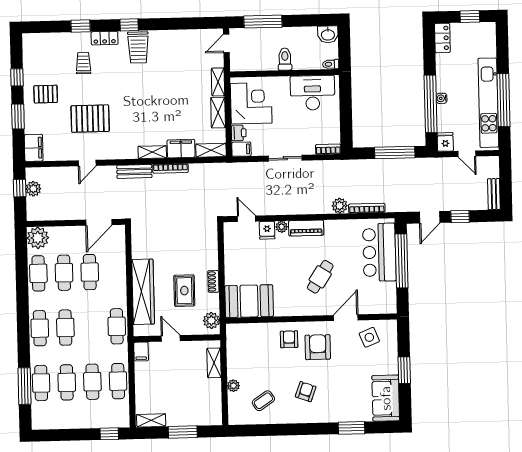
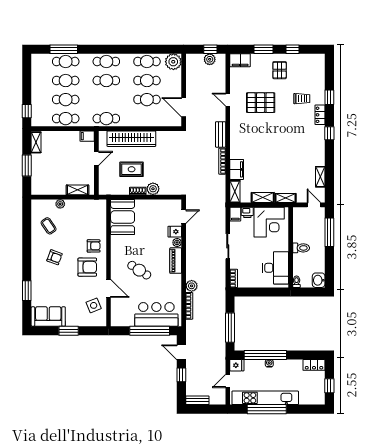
trolley: (138, 47) -> (312, 139), removed
pallet: (90, 119) -> (261, 103), turned 90
shelving: (152, 152) -> (320, 177), moved
plant: (211, 321) -> (153, 189), moved

